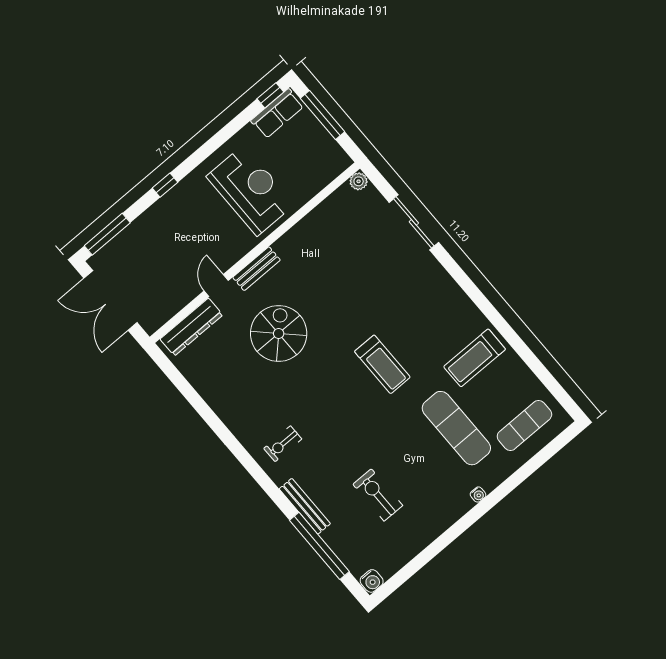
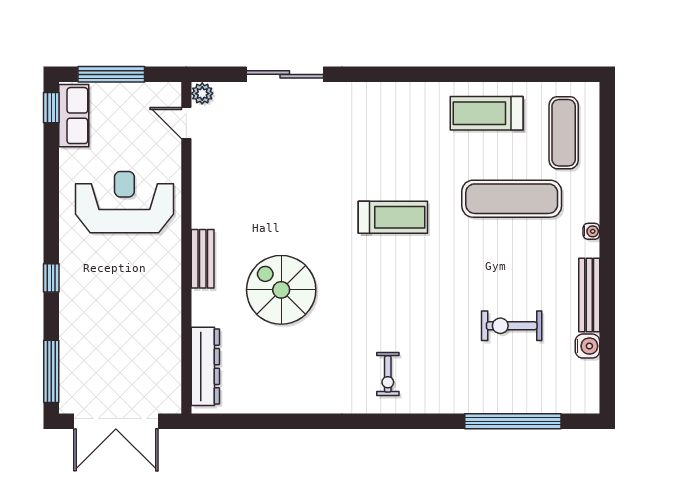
door: (216, 286) -> (186, 123), moved
treadmill: (475, 358) -> (487, 113), moved, turned 90
bench: (305, 506) -> (589, 295), moved, turned 90
water cooler: (372, 581) -> (587, 346), moved

